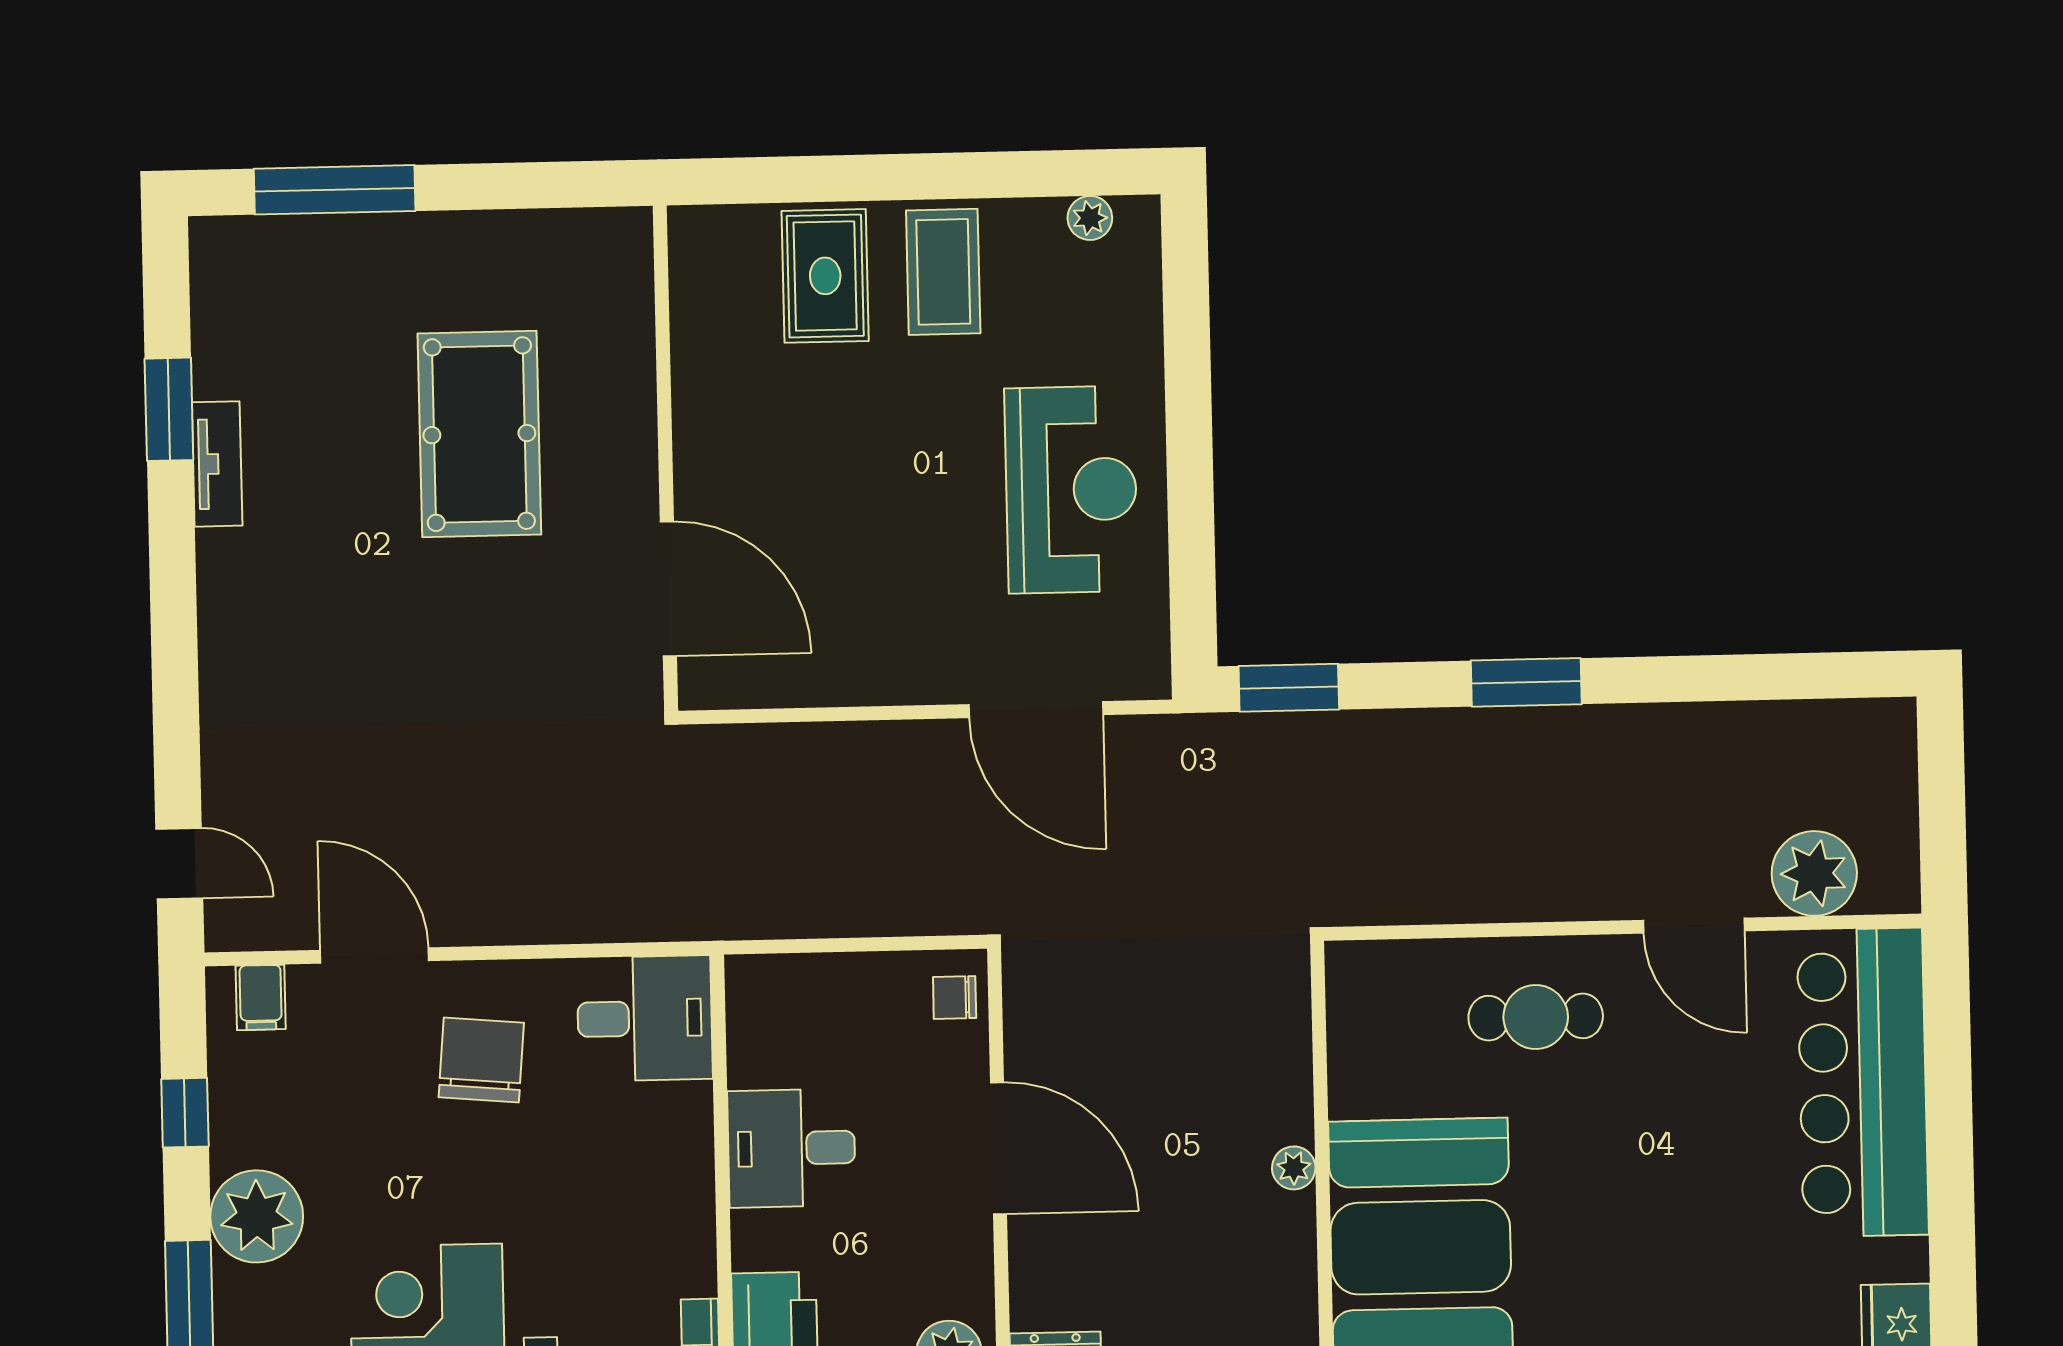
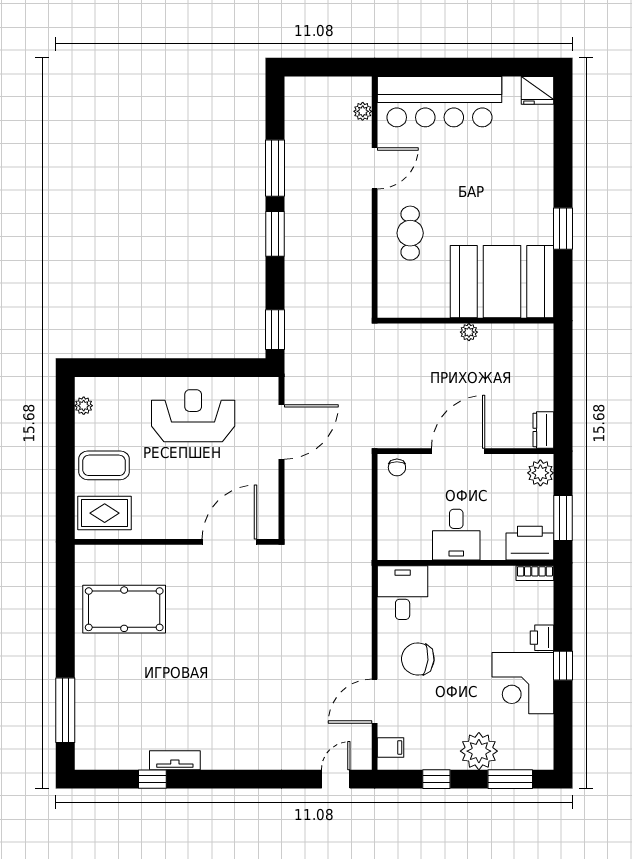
window: (169, 409) -> (152, 779), width x0.67
pool table: (479, 434) -> (124, 609), moved
wall: (665, 458) -> (177, 542), moved
door: (668, 589) -> (229, 542), moved
window: (1689, 679) -> (275, 168), added
plant: (1814, 873) -> (363, 111), width x0.53, depth x0.53

